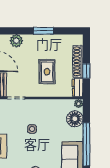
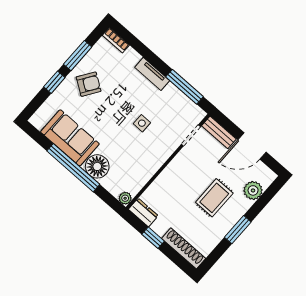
shoe rack: (78, 61) -> (184, 248), moved
rug: (47, 72) -> (214, 198), moved, turned 90
floor lamp: (75, 119) -> (97, 166), moved

